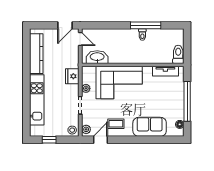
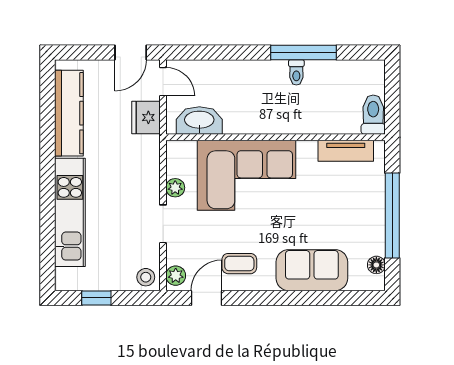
fridge: (72, 76) -> (146, 117), moved

